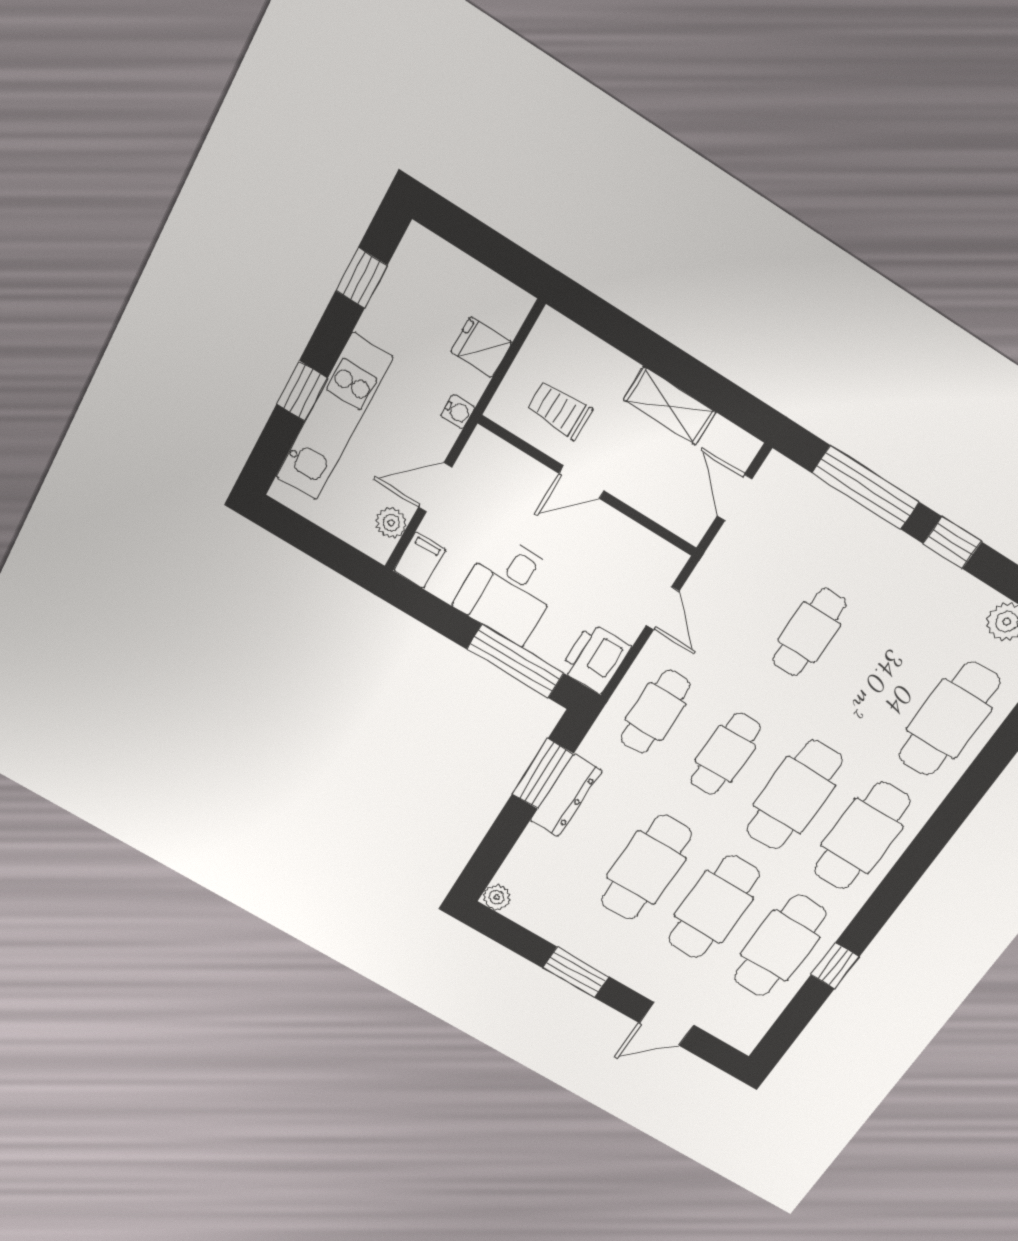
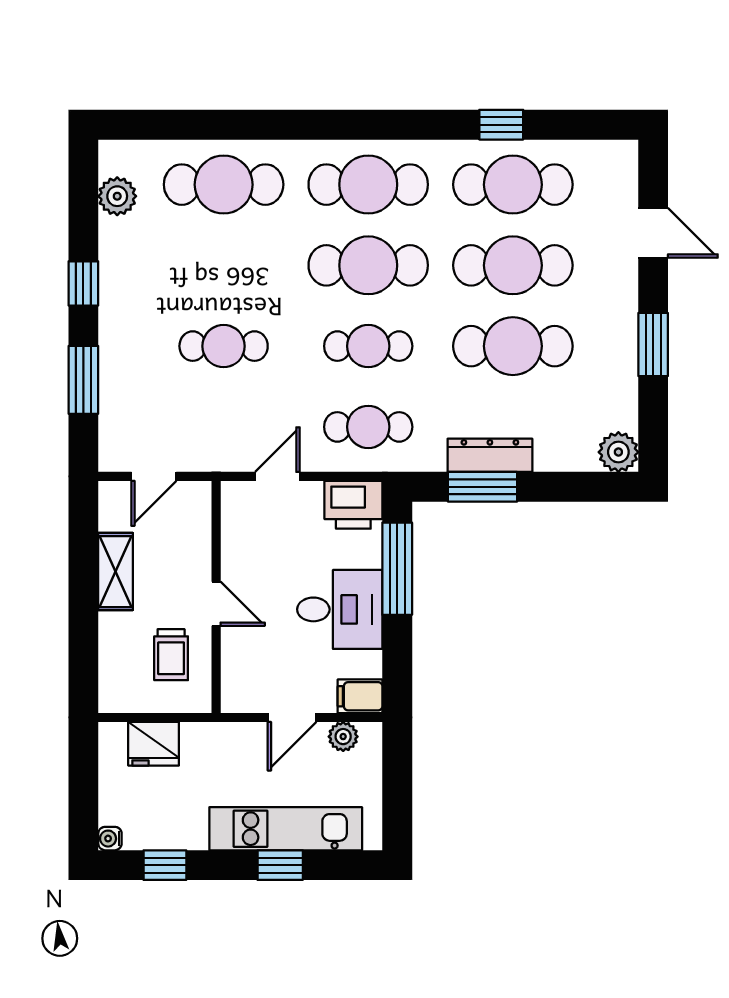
fridge: (481, 347) -> (154, 744), width x1.38
water cooler: (458, 412) -> (110, 839), moved, turned -90
door: (435, 487) -> (292, 717), hinge flipped
window: (866, 487) -> (83, 380), width x0.69
plant: (497, 897) -> (618, 452), width x1.38, depth x1.38

